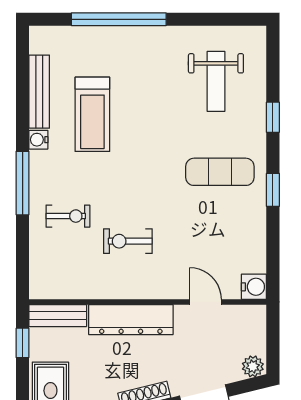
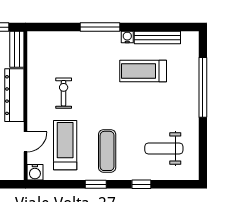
exercise bike: (68, 216) -> (79, 56), removed
treadmill: (211, 239) -> (65, 145), added

